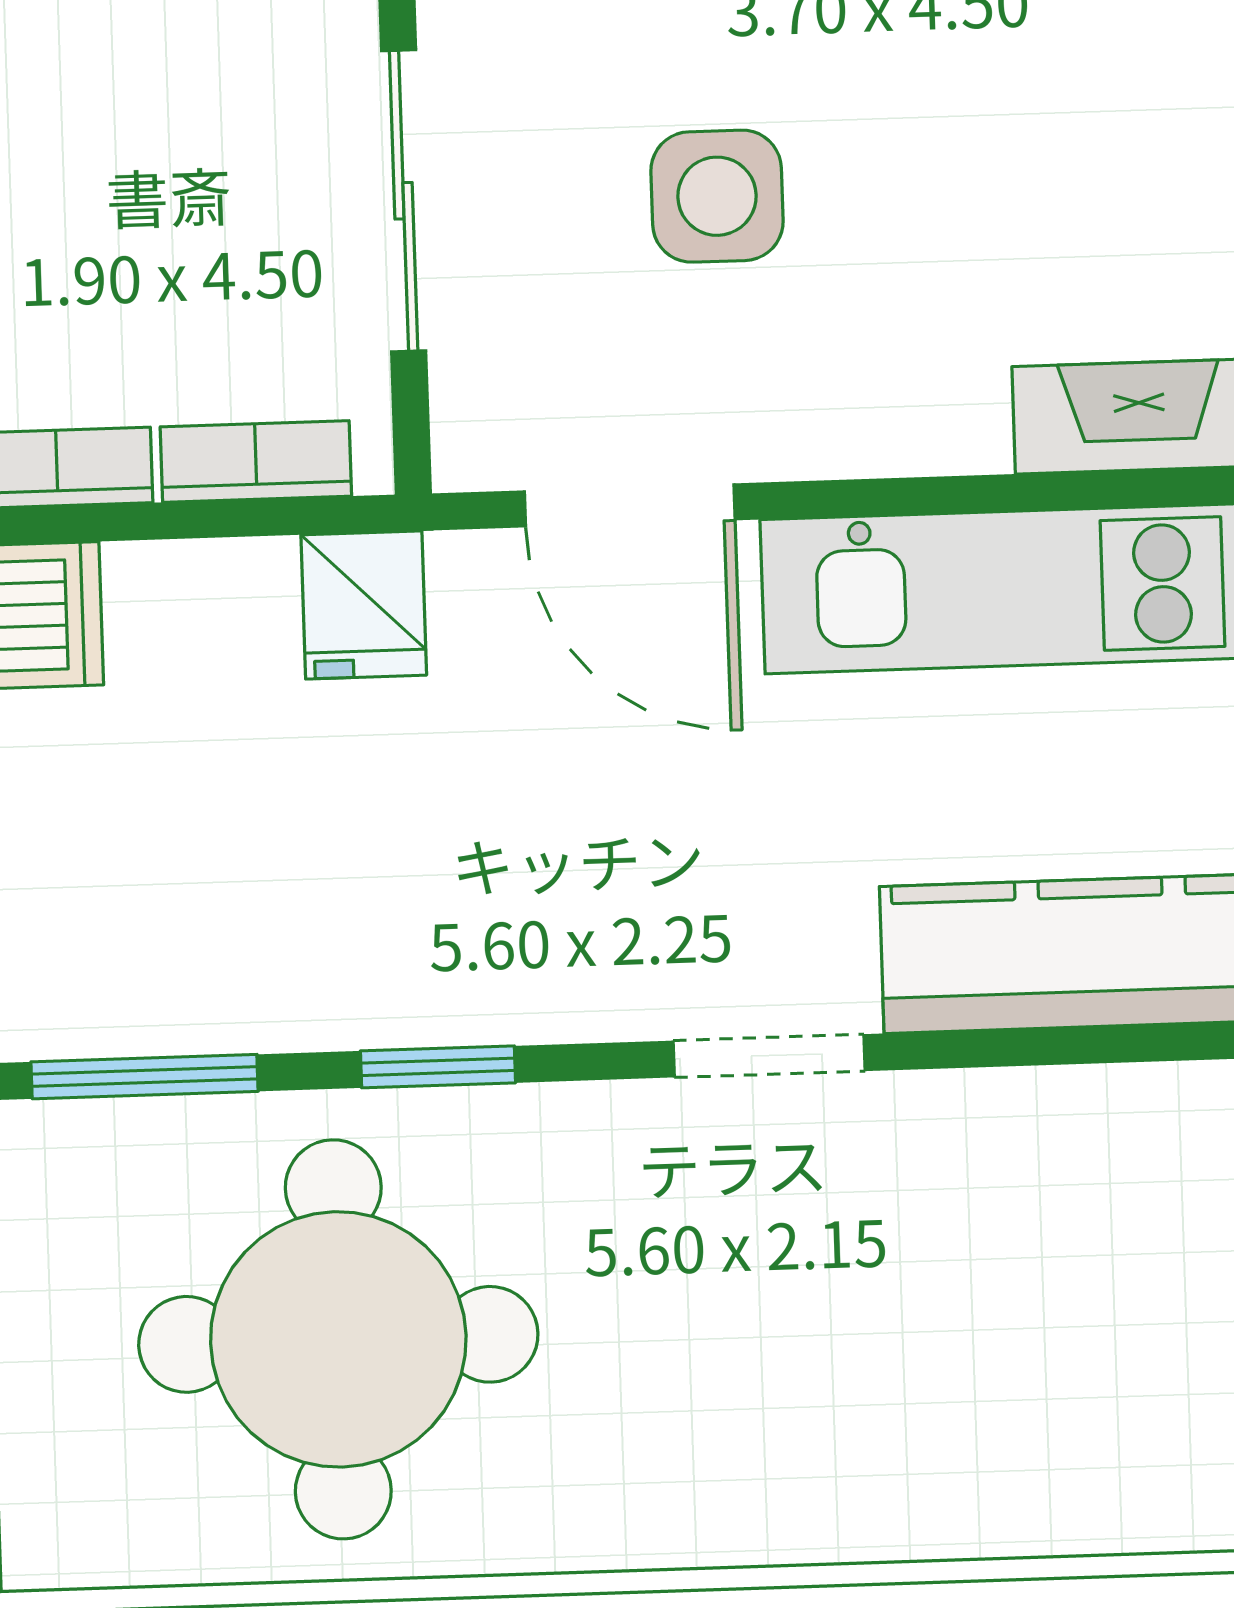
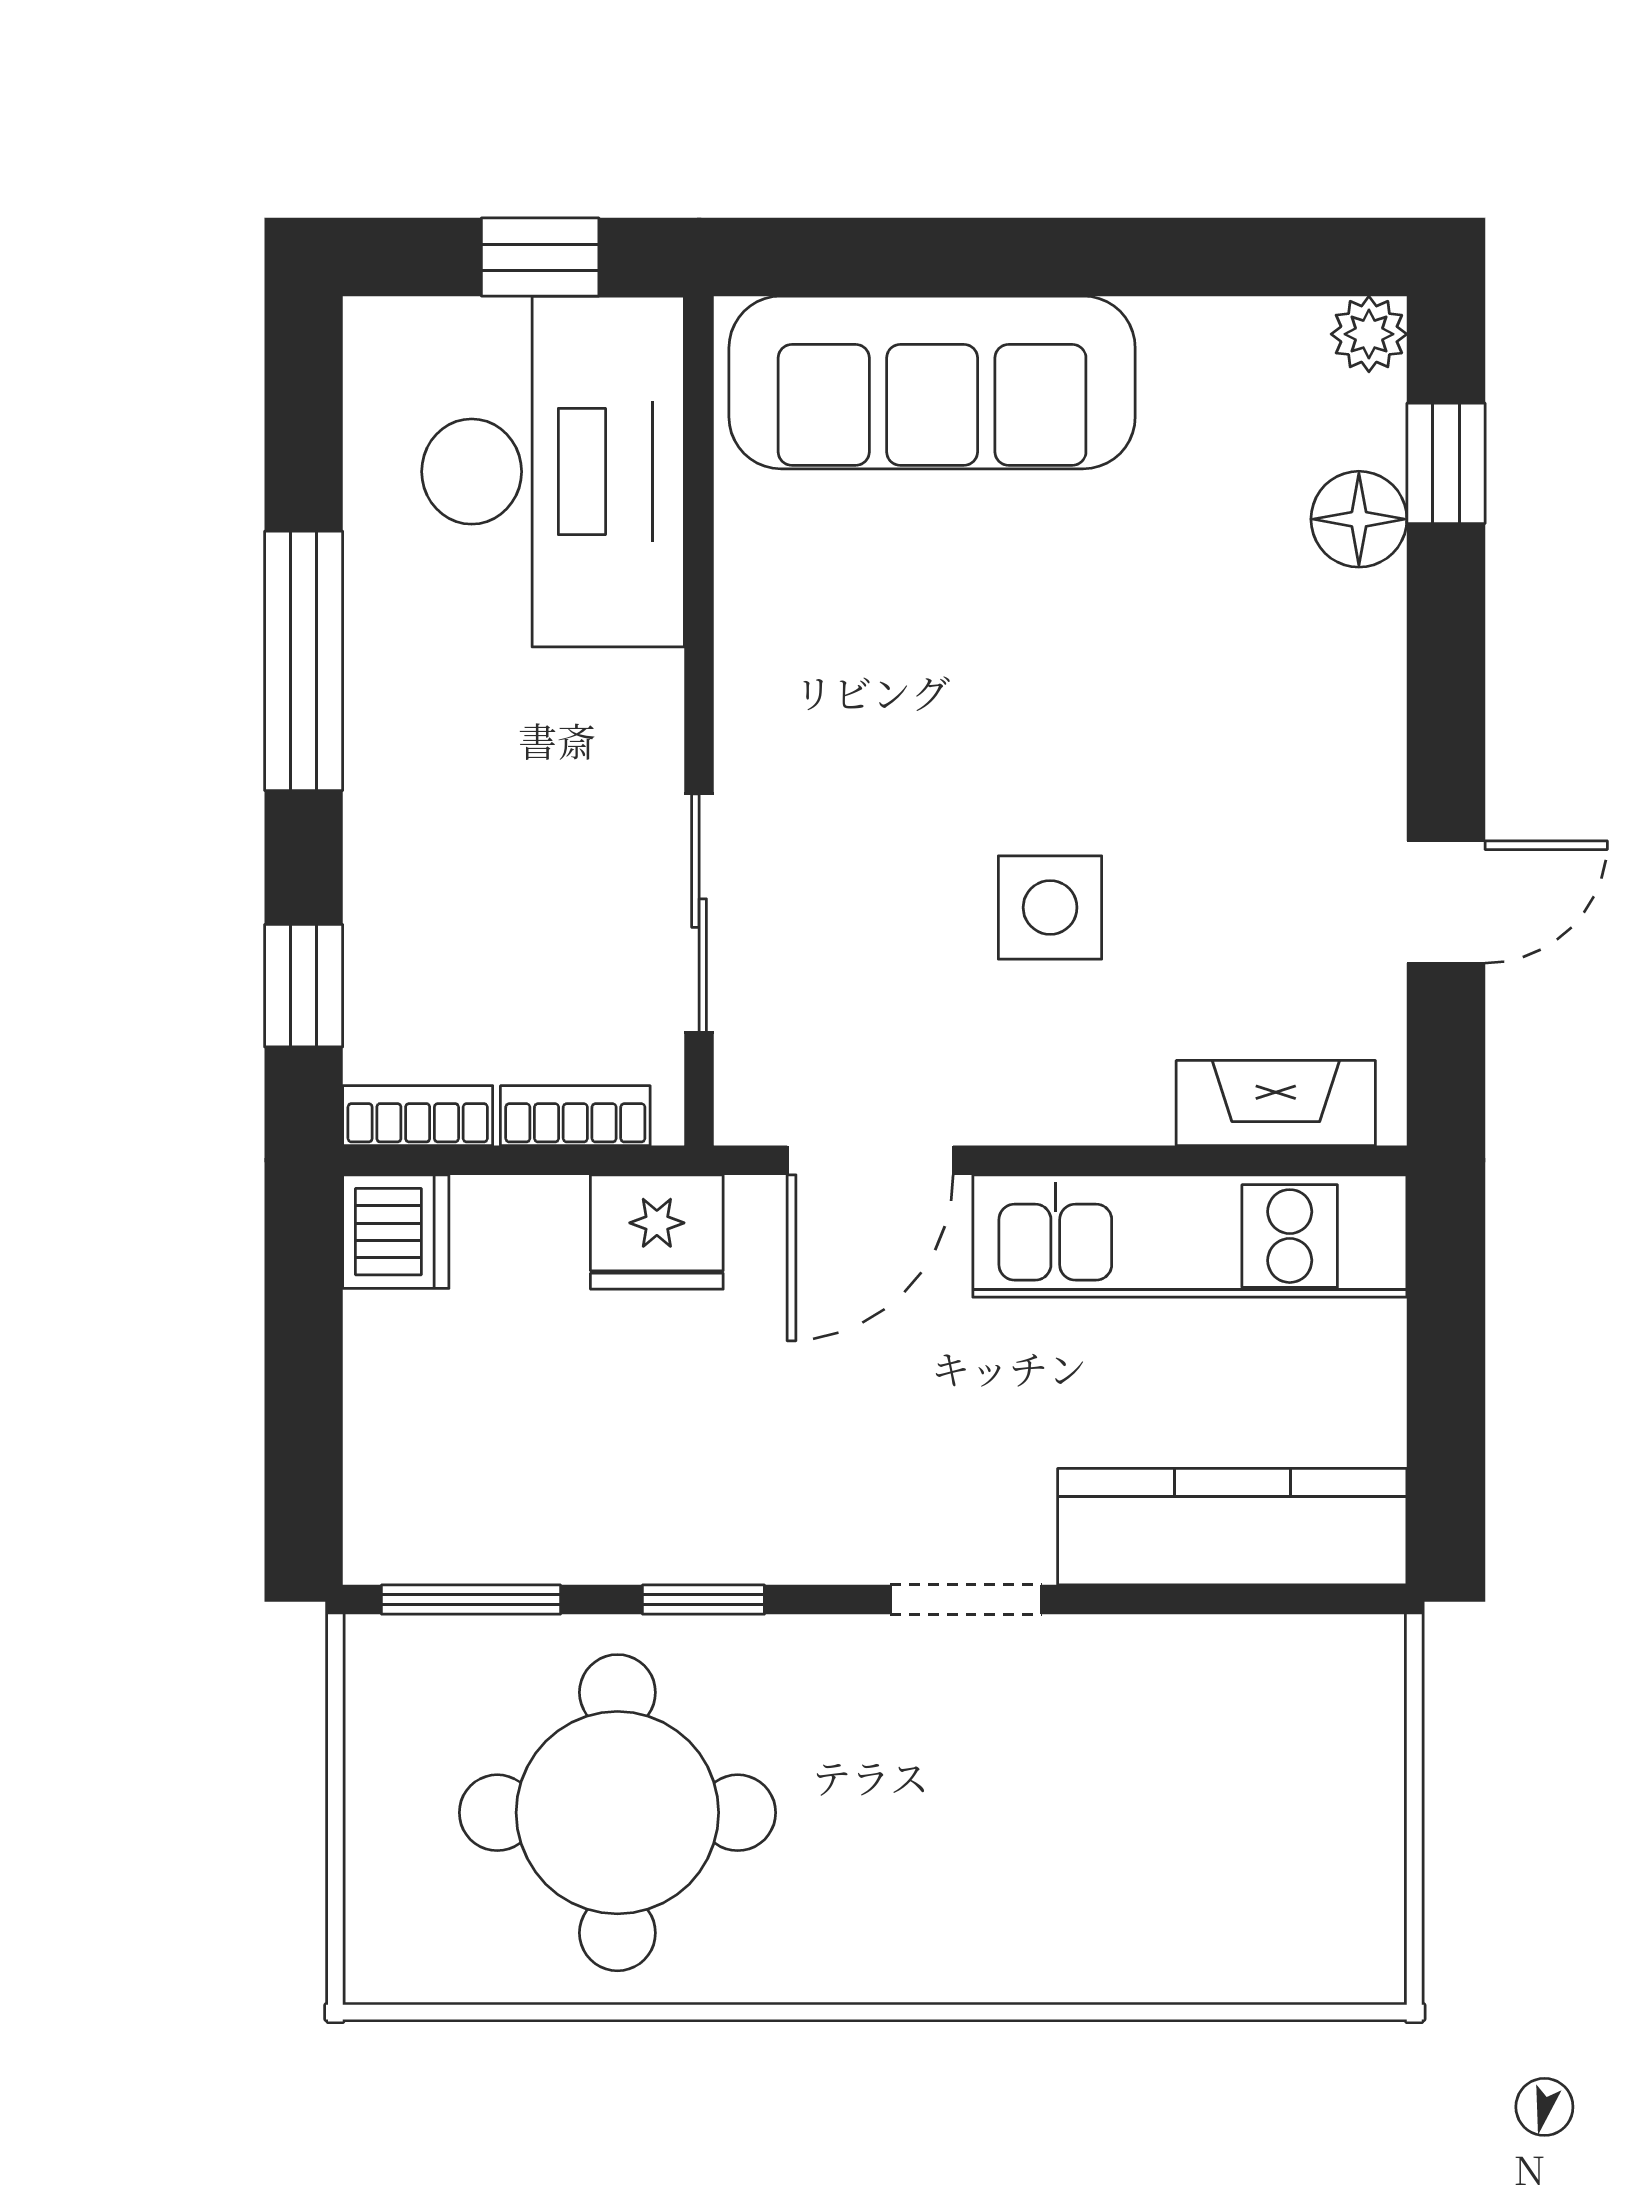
side table: (717, 196) -> (1050, 907), moved
door: (630, 505) -> (870, 1160), hinge flipped
fridge: (364, 605) -> (657, 1232), width x1.38

